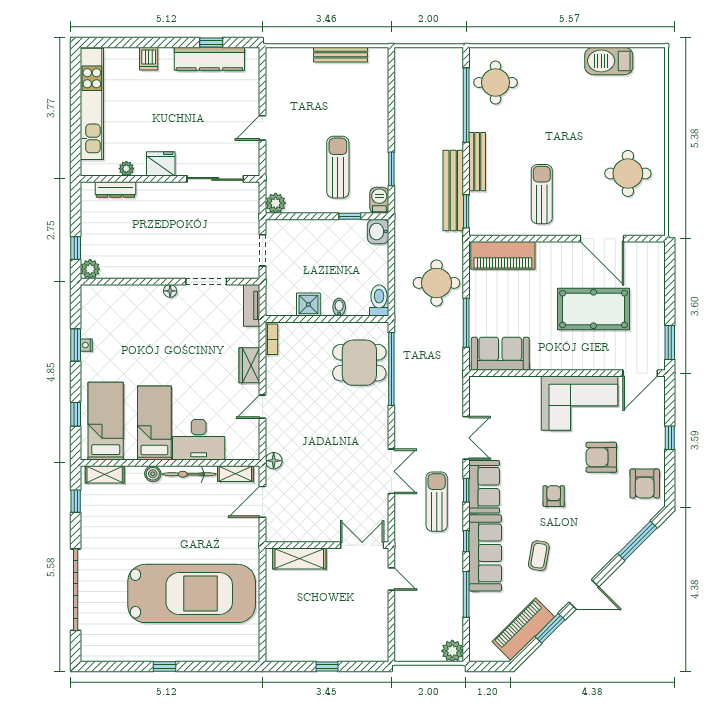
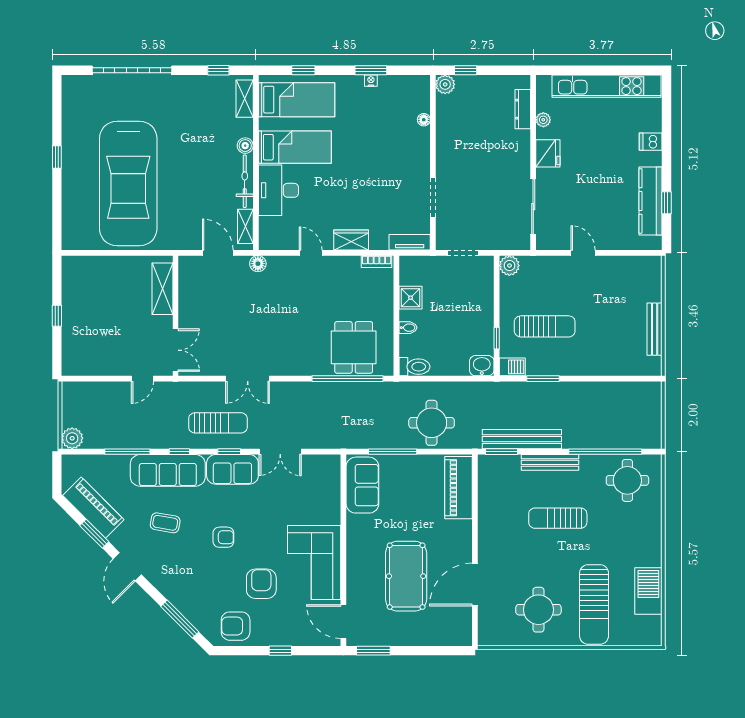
sun lounger: (622, 117) -> (594, 604), added
sun lounger: (542, 194) -> (558, 518), moved, turned 180
floor lamp: (170, 291) -> (424, 120), moved

